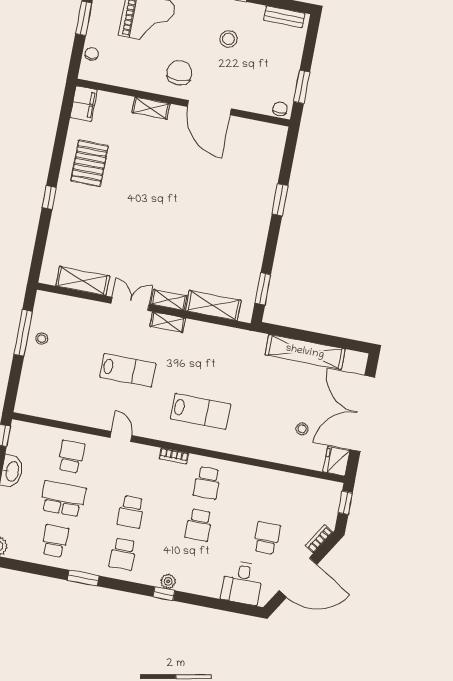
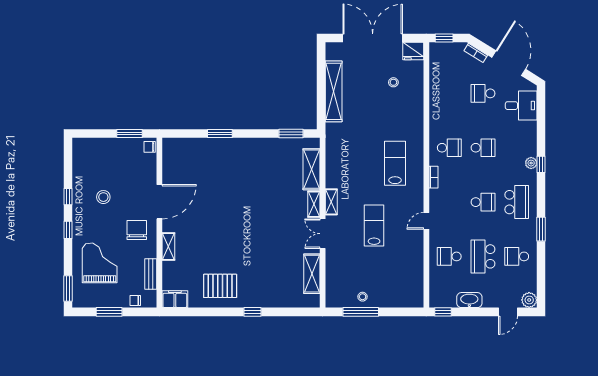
bench: (284, 17) -> (151, 274), moved
chair: (179, 73) -> (137, 230), turned 90
double door: (362, 414) -> (373, 38), swing flipped
school desk: (123, 554) -> (517, 202), width x1.85

